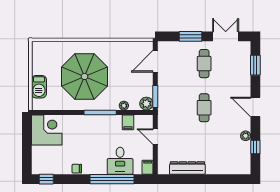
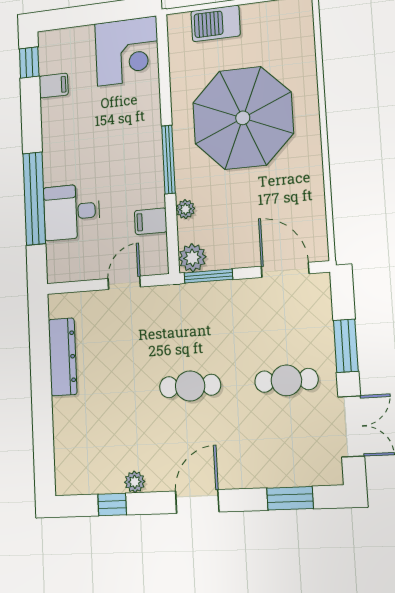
filing cabinet: (148, 167) -> (54, 86), moved
chair: (77, 169) -> (52, 123), removed

